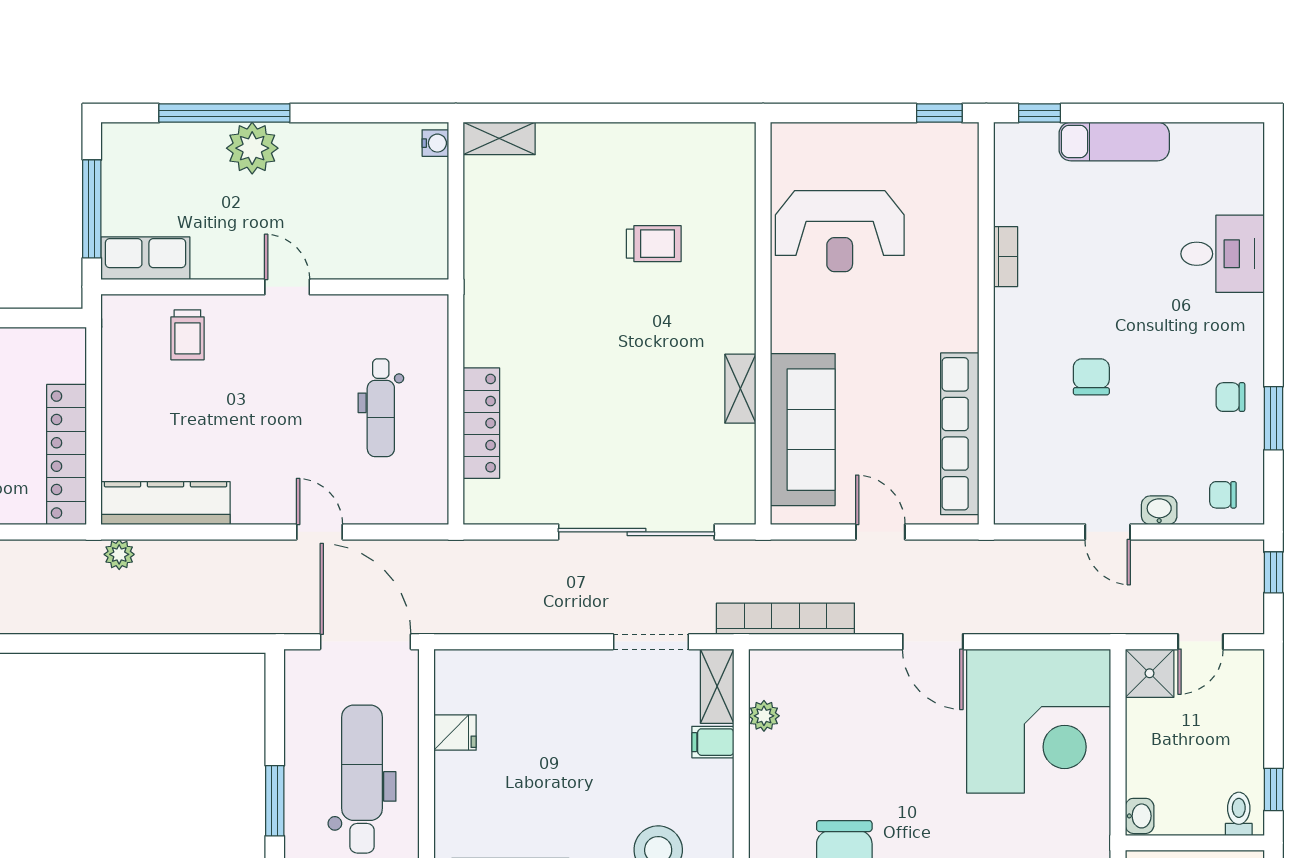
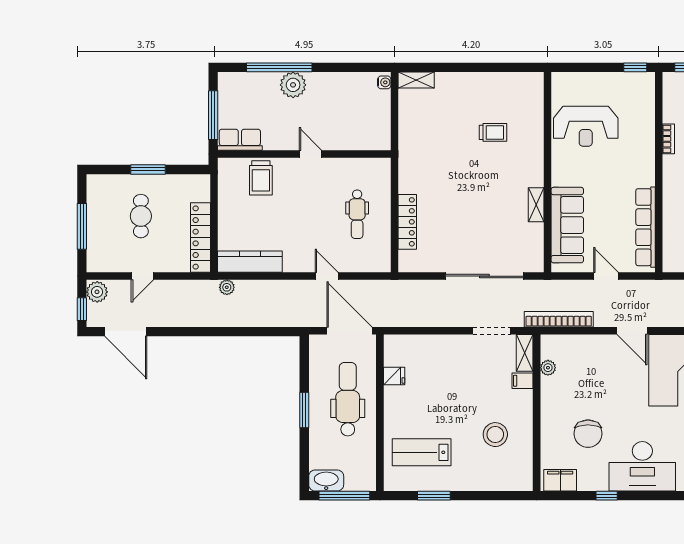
trolley: (187, 335) -> (261, 178), width x1.36, depth x1.39

